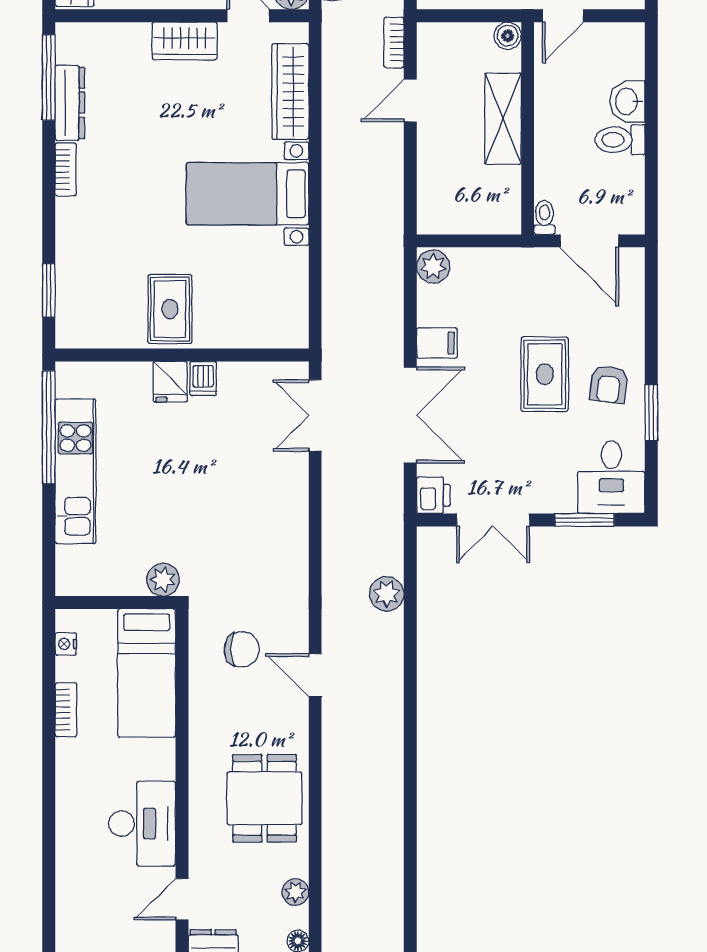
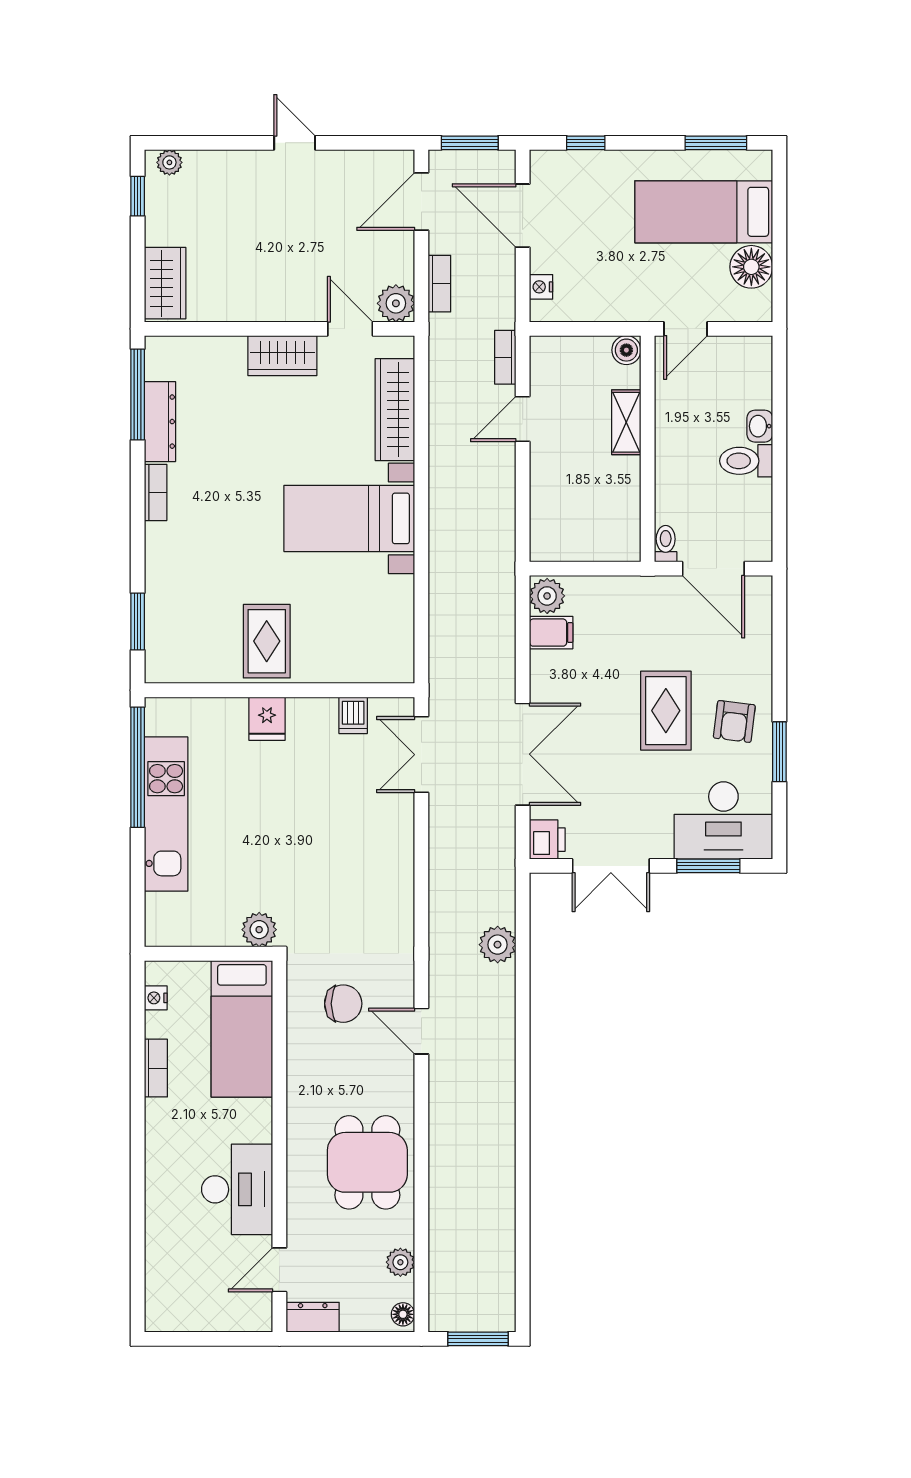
washbasin: (627, 101) -> (760, 426), width x0.72, depth x0.69
shelving: (503, 119) -> (626, 422), width x0.67, depth x0.75
filing cabinet: (437, 343) -> (551, 633), moved
dishwasher: (203, 379) -> (353, 715), moved
desk: (611, 477) -> (723, 820), width x1.37

